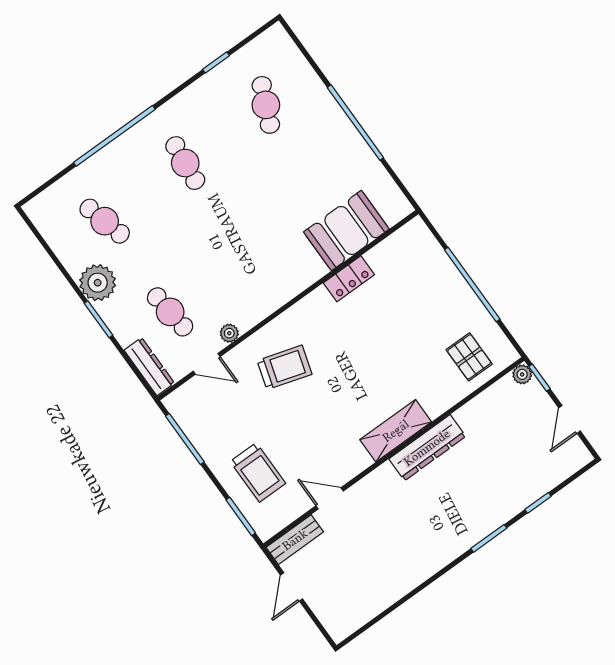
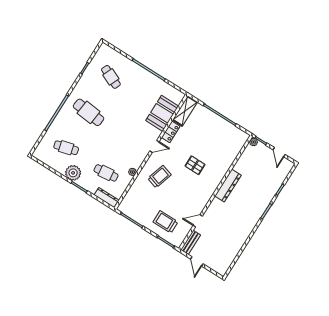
cafe table: (185, 163) -> (89, 112), width x1.37, depth x1.35
pallet: (469, 357) -> (195, 165), moved
door: (207, 364) -> (154, 146), moved
shelving: (396, 431) -> (185, 111), moved
trolley: (258, 472) -> (166, 222), turned 180

